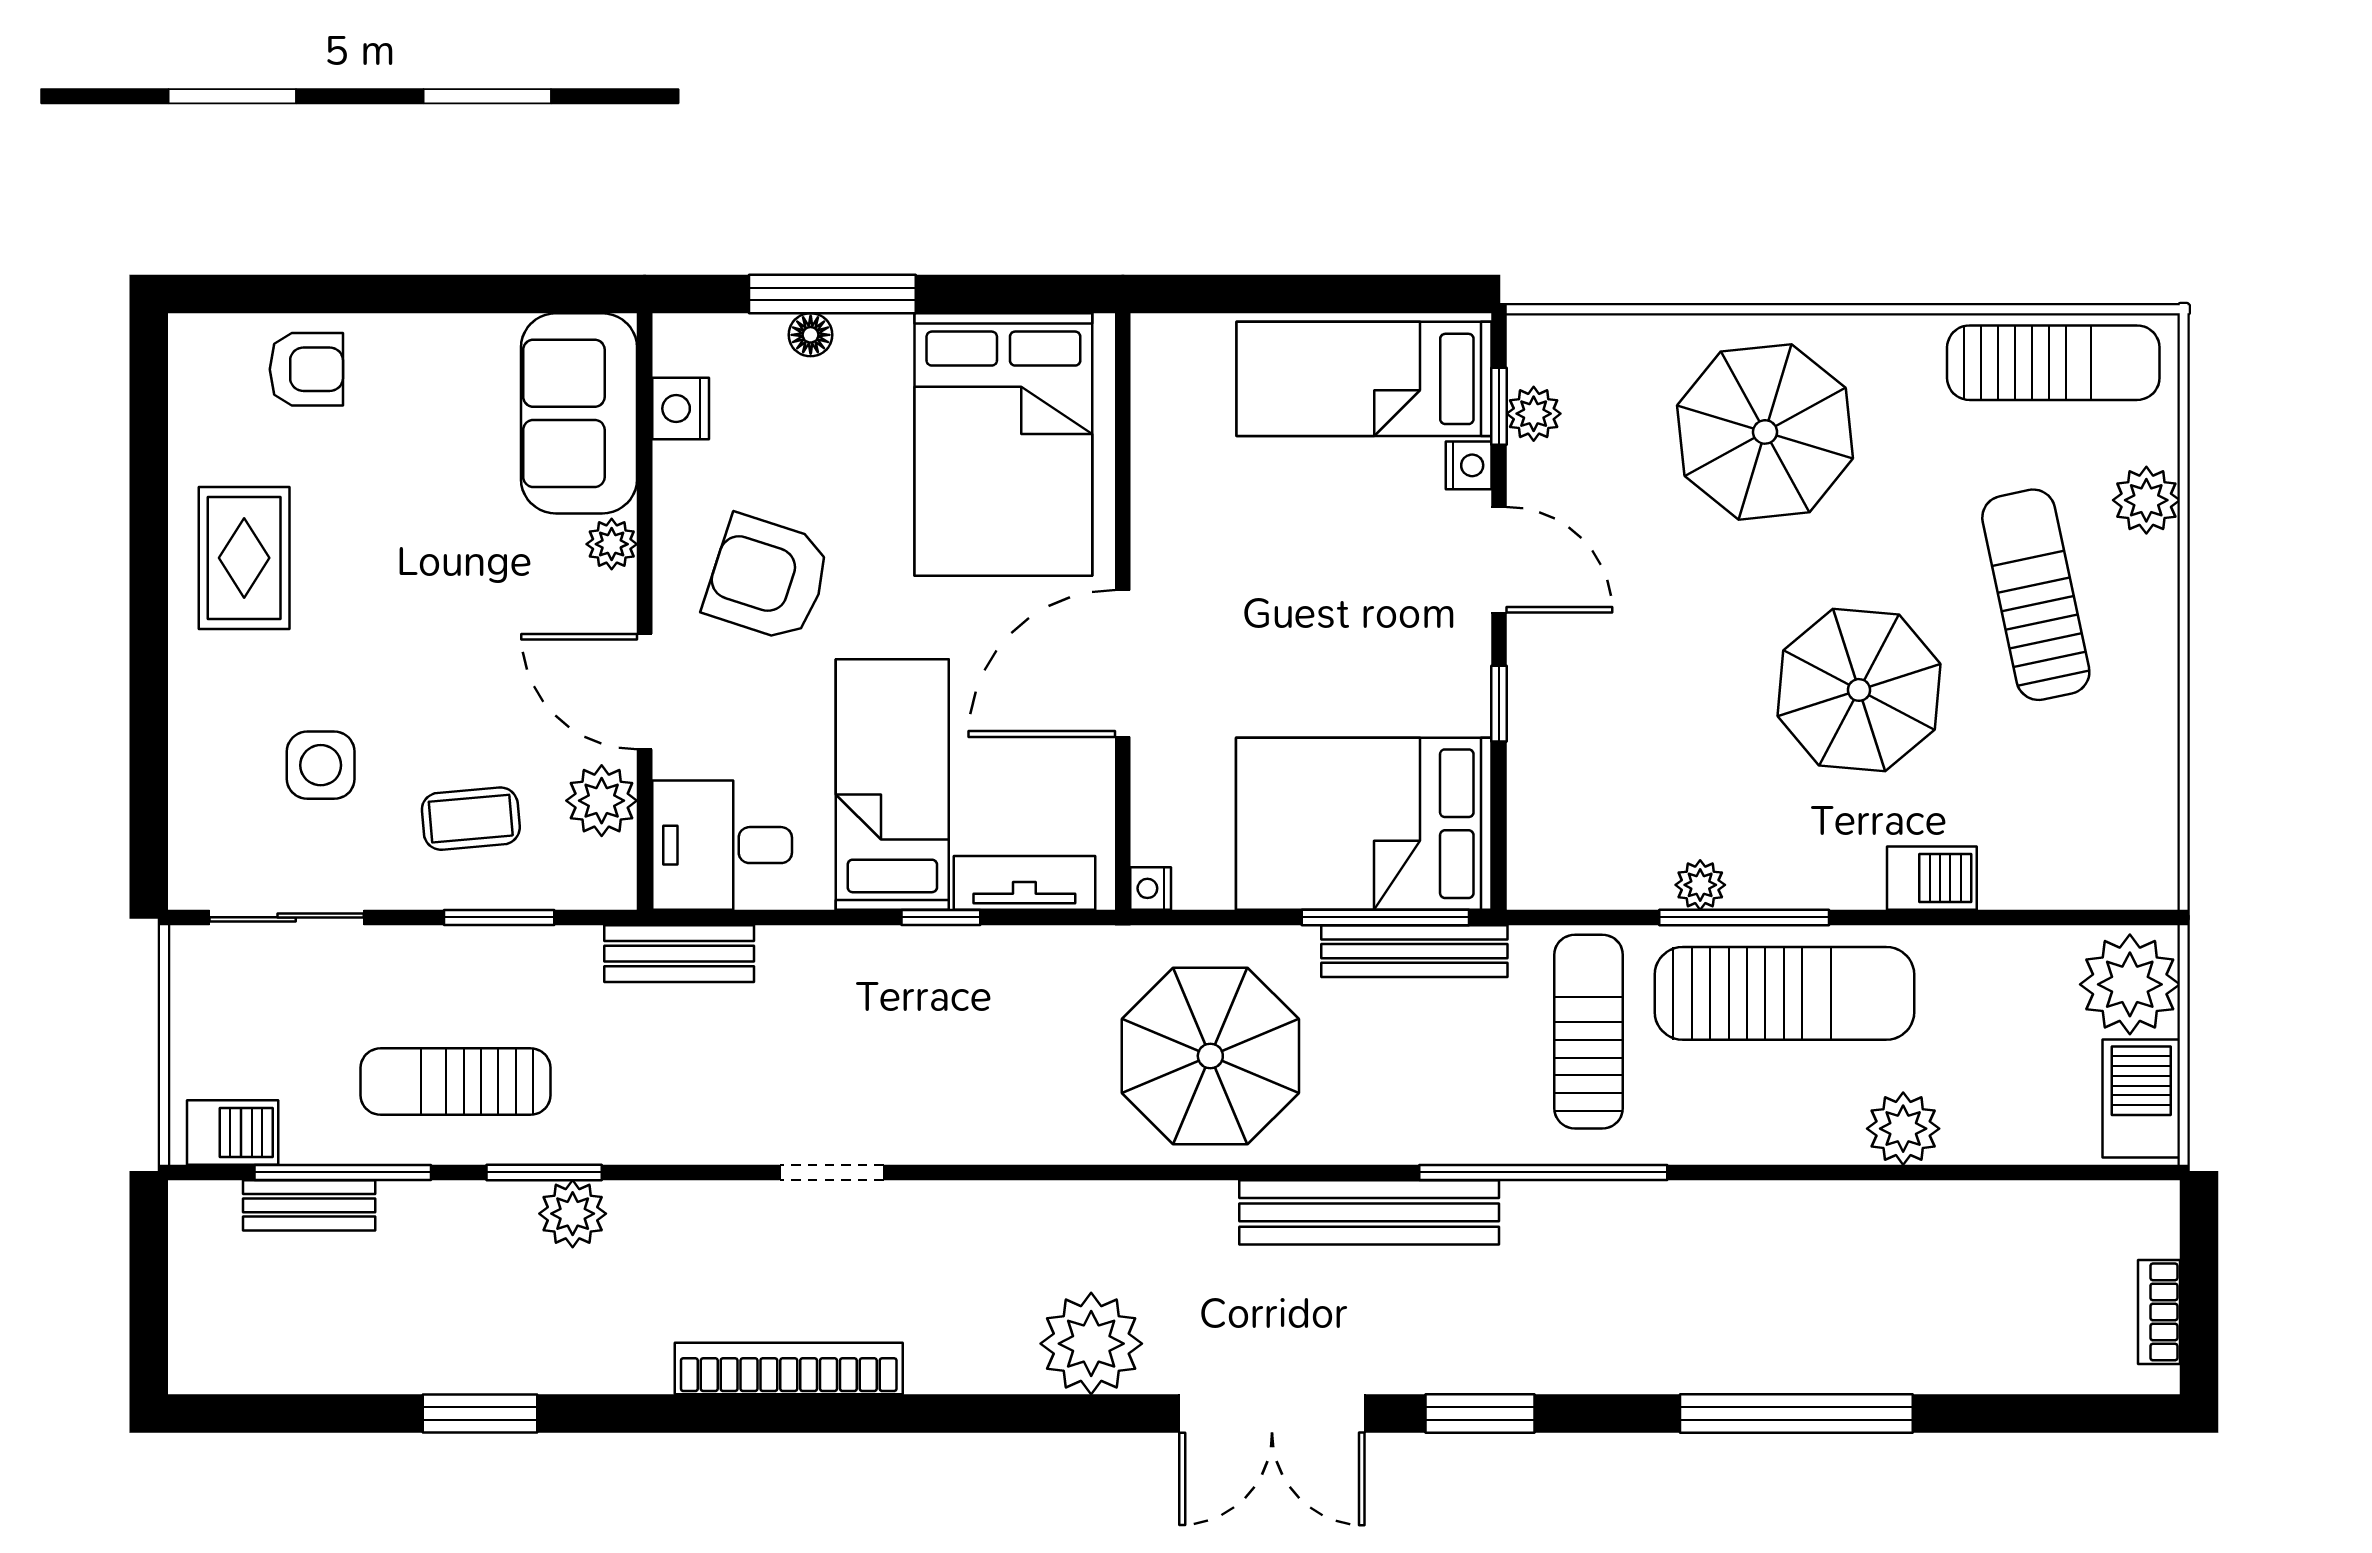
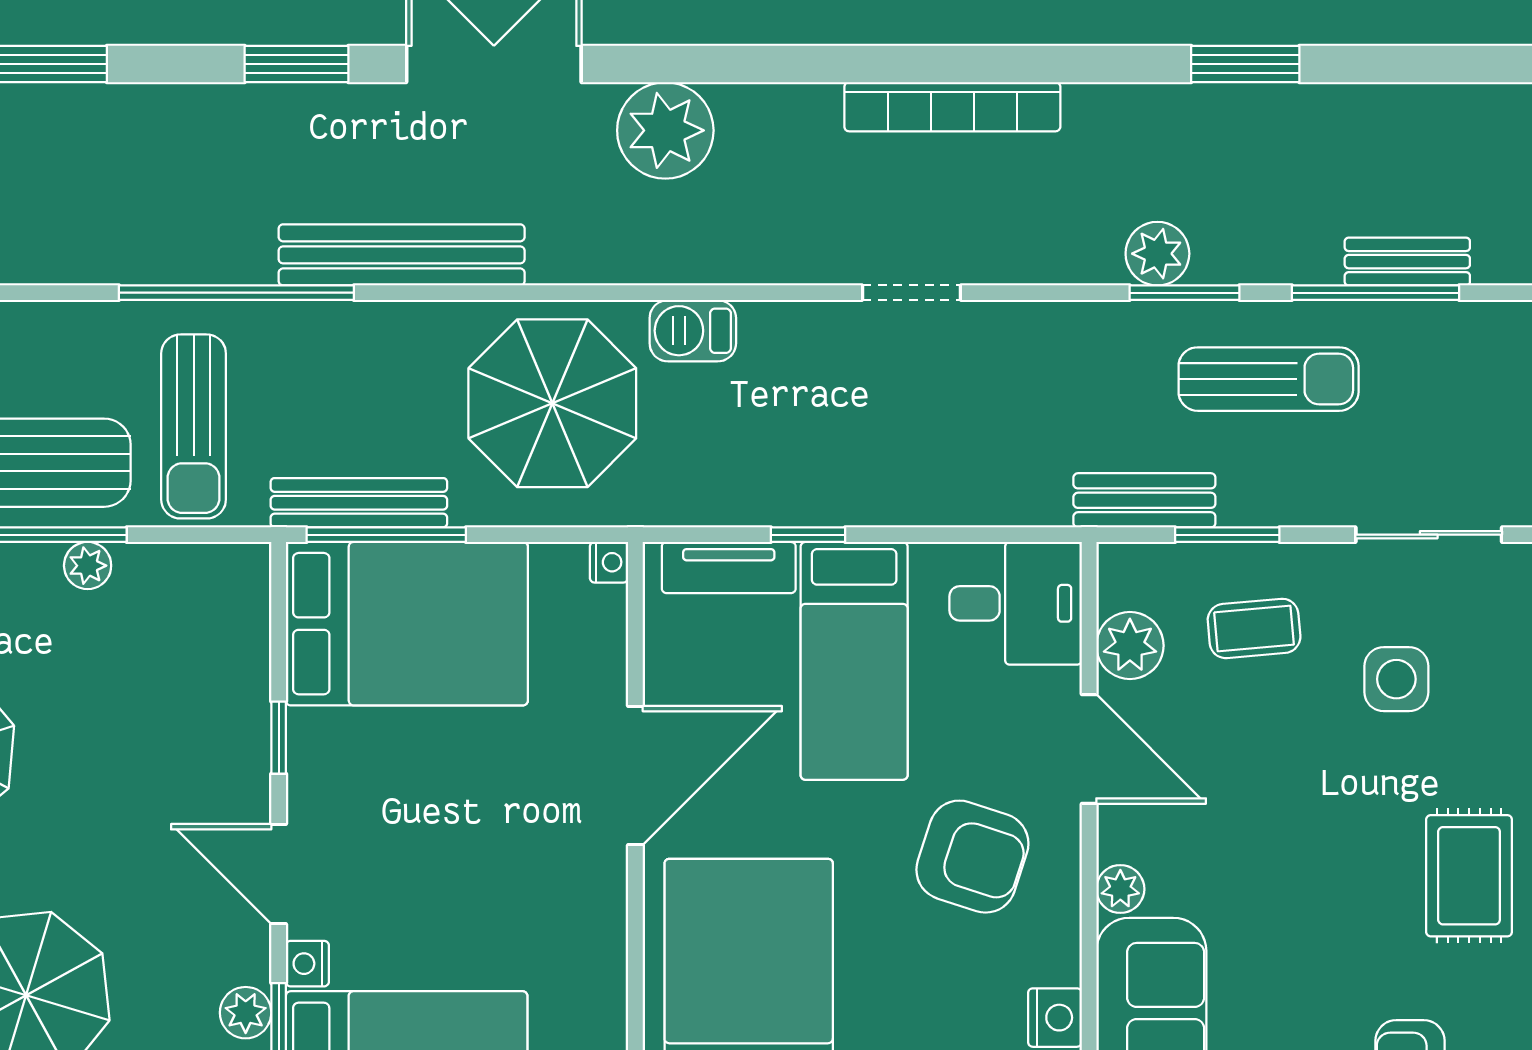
bench: (679, 954) -> (1144, 500), moved
barbecue: (233, 1132) -> (693, 331), moved

